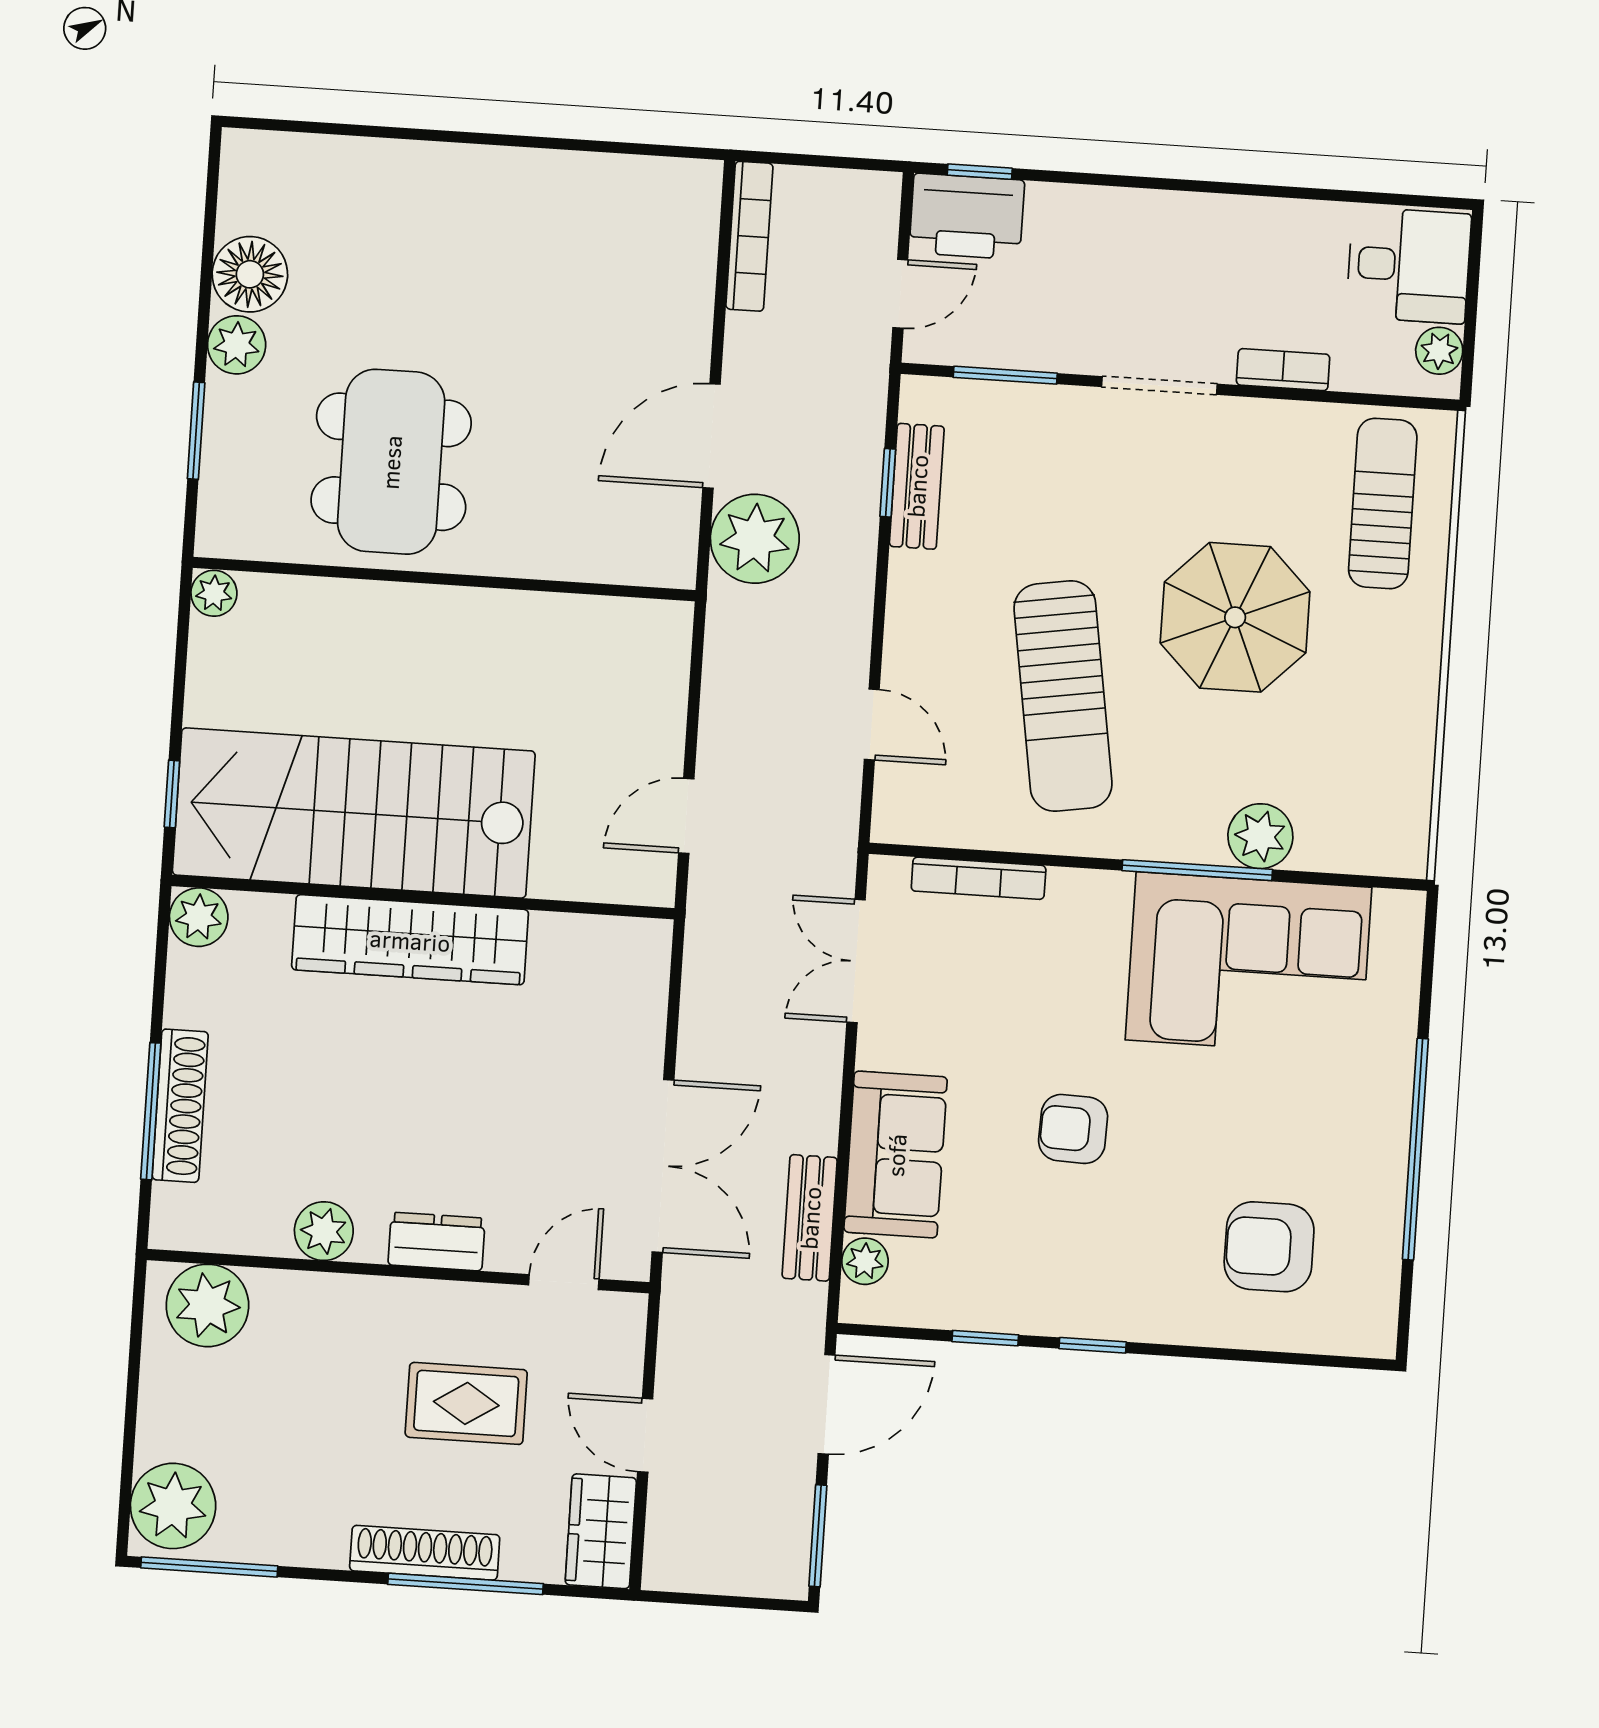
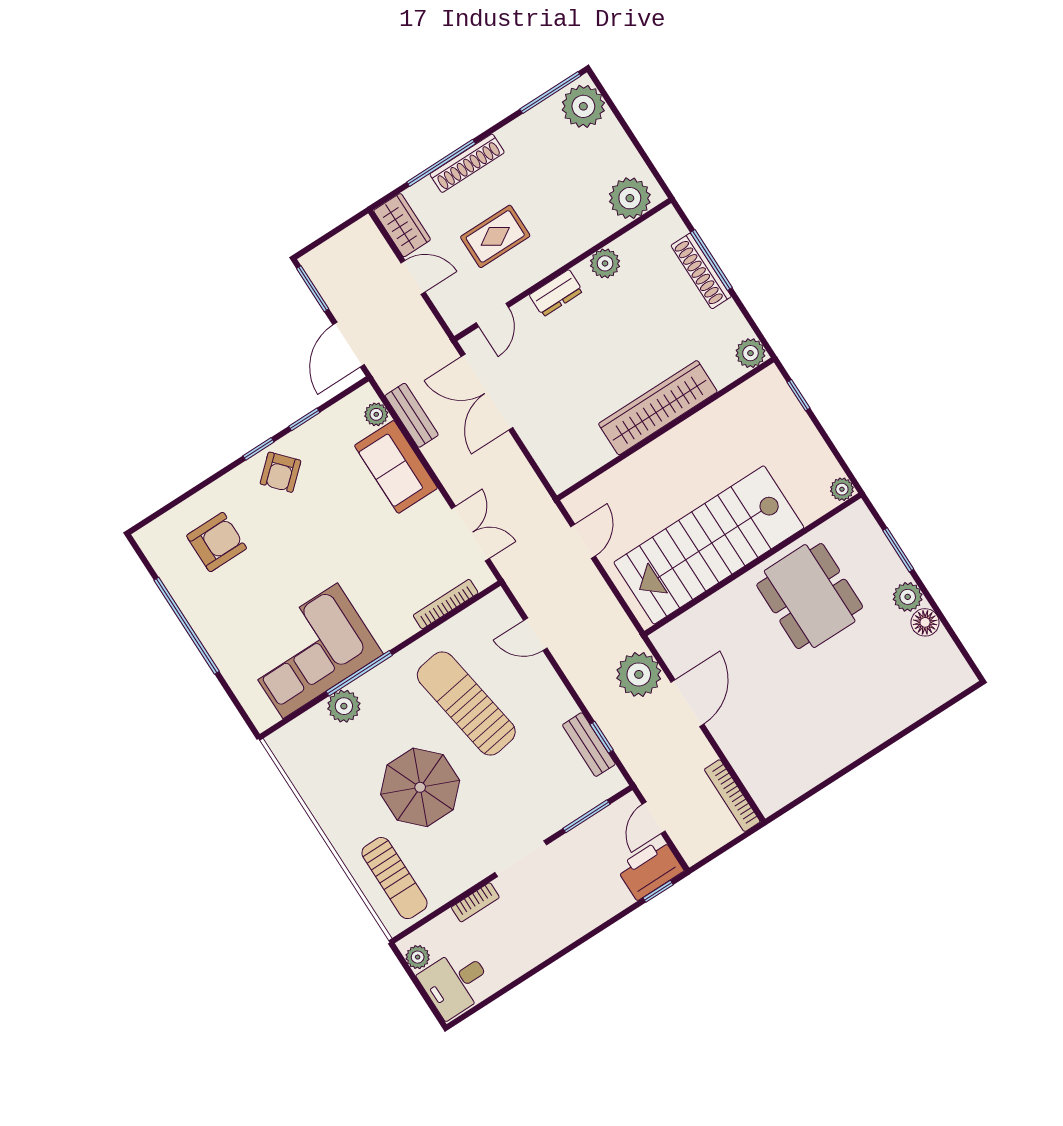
floor lamp: (250, 274) -> (925, 622), width x0.73, depth x0.73
stairs: (354, 813) -> (709, 545), moved, turned 180
armchair: (1073, 1129) -> (280, 472), moved, turned 136

